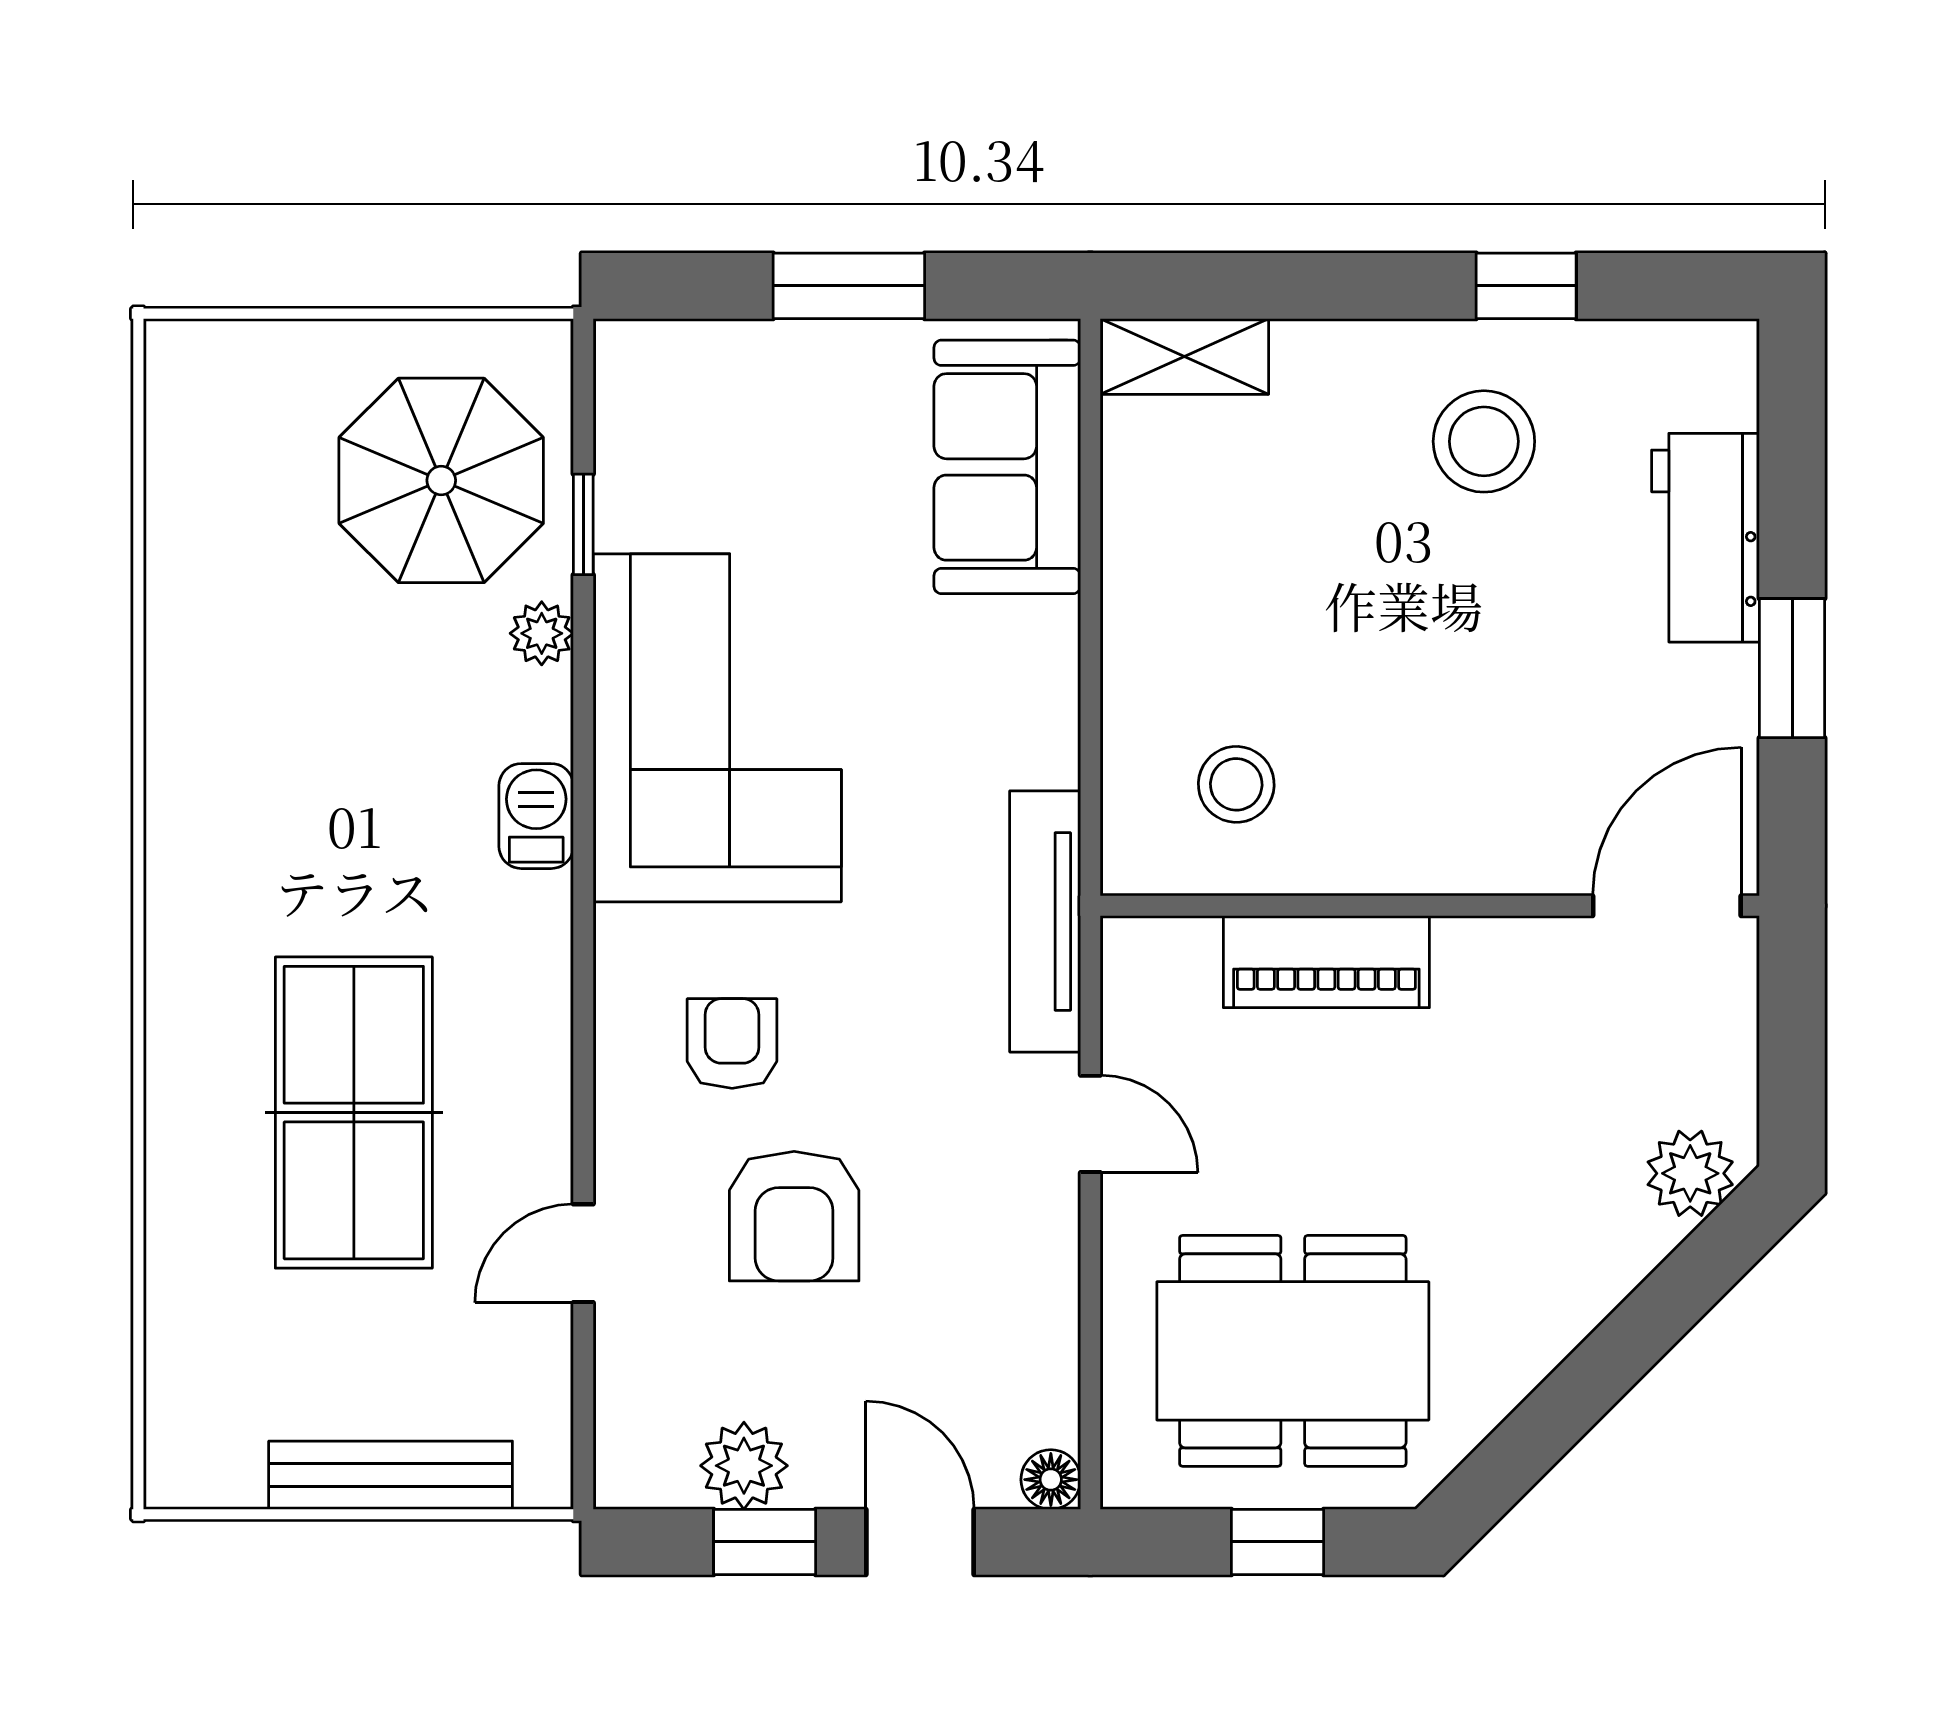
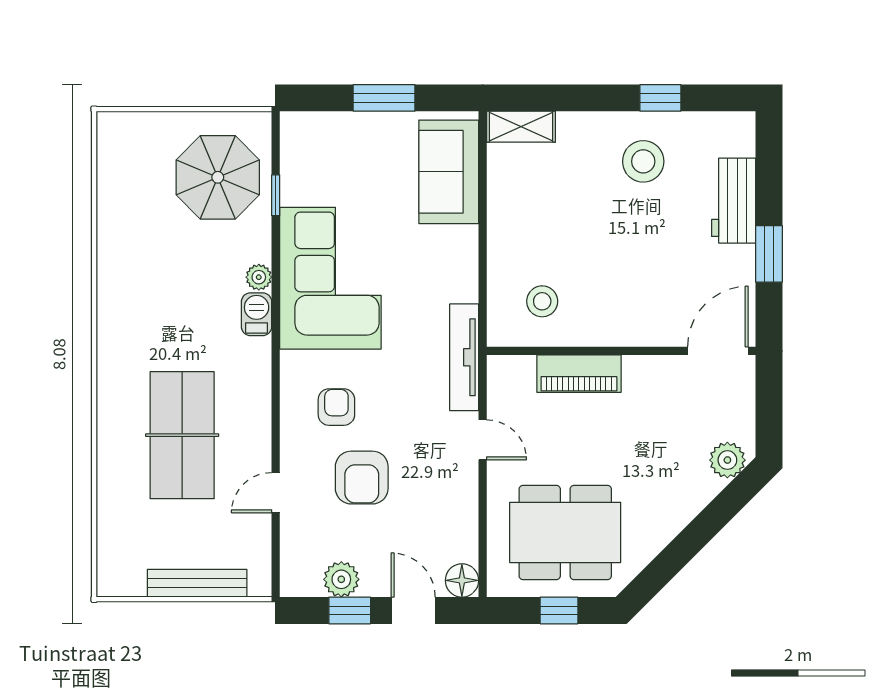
plant: (542, 633) -> (259, 277), moved
floor lamp: (1051, 1480) -> (462, 580), width x1.37, depth x1.37

